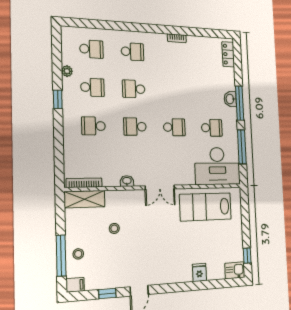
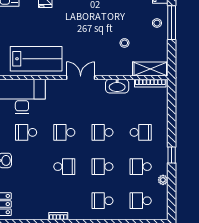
school desk: (134, 89) -> (102, 167), turned 180
school desk: (173, 90) -> (64, 167), added
school desk: (135, 127) -> (102, 132), turned 180
washbasin: (127, 181) -> (117, 86), width x1.91, depth x1.45

